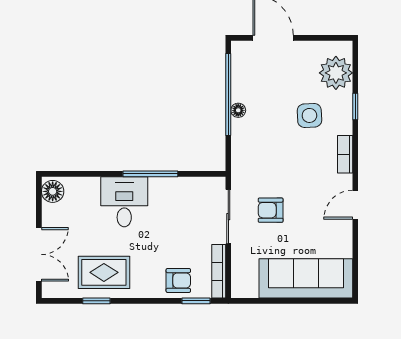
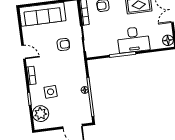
desk: (124, 202) -> (133, 40), width x1.37
door: (355, 205) -> (23, 52), hinge flipped

